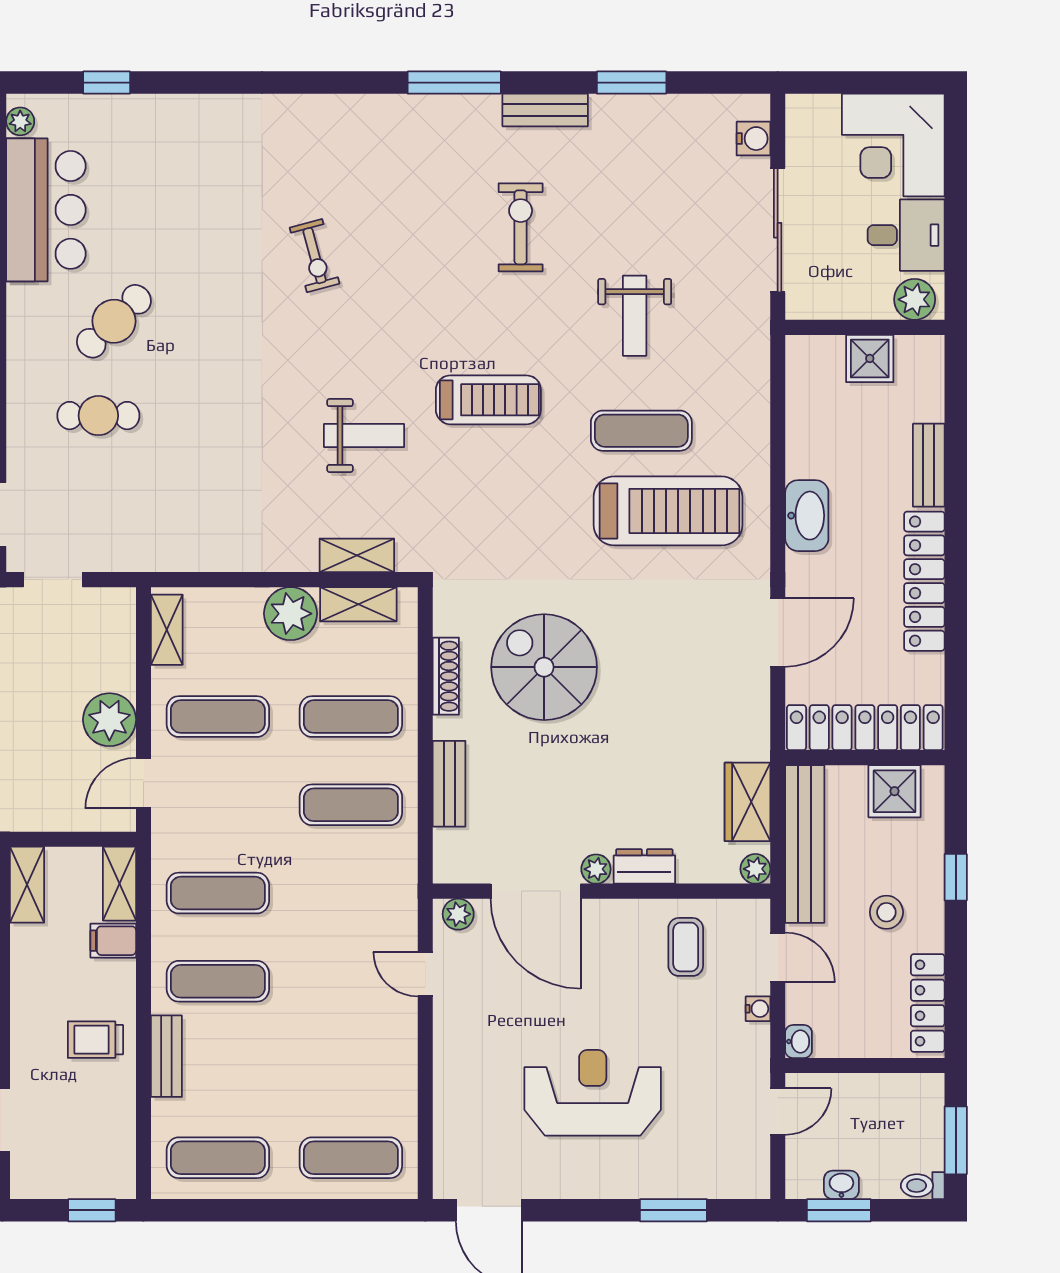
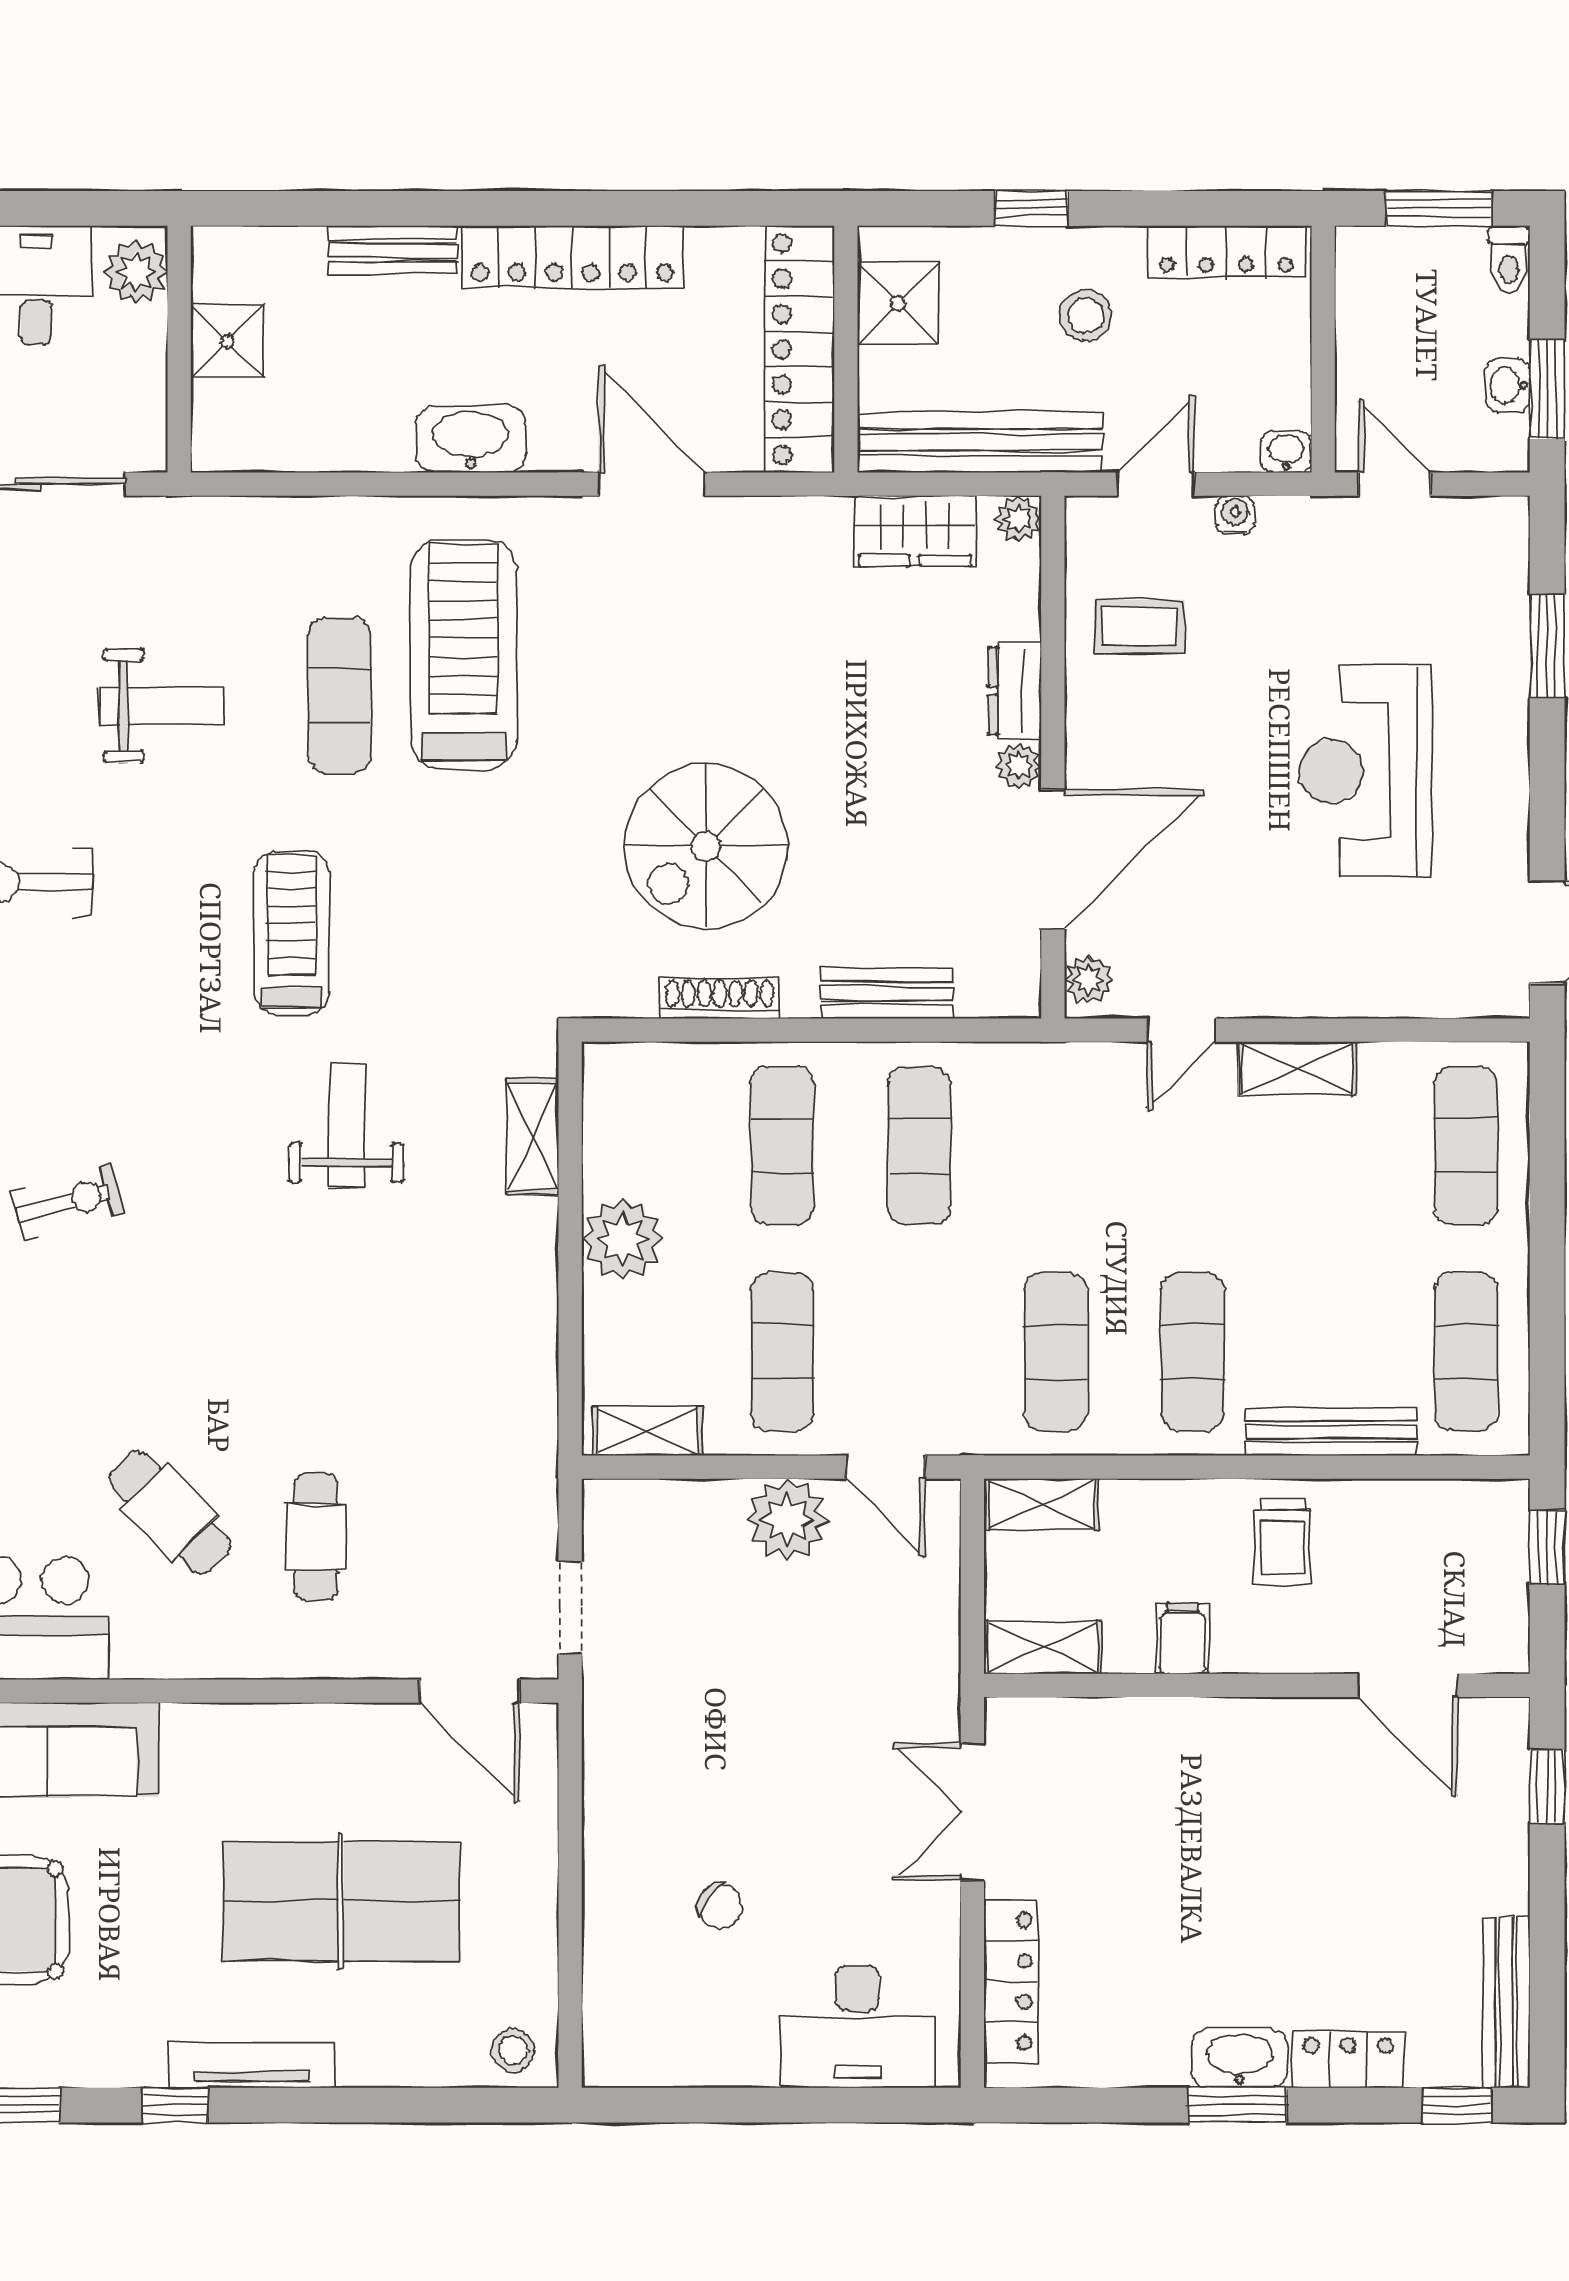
shelving: (358, 604) -> (1298, 1068), moved, turned 90
filing cabinet: (113, 941) -> (1183, 1639), moved, turned 180
bench: (166, 1056) -> (1332, 1431), width x1.36

